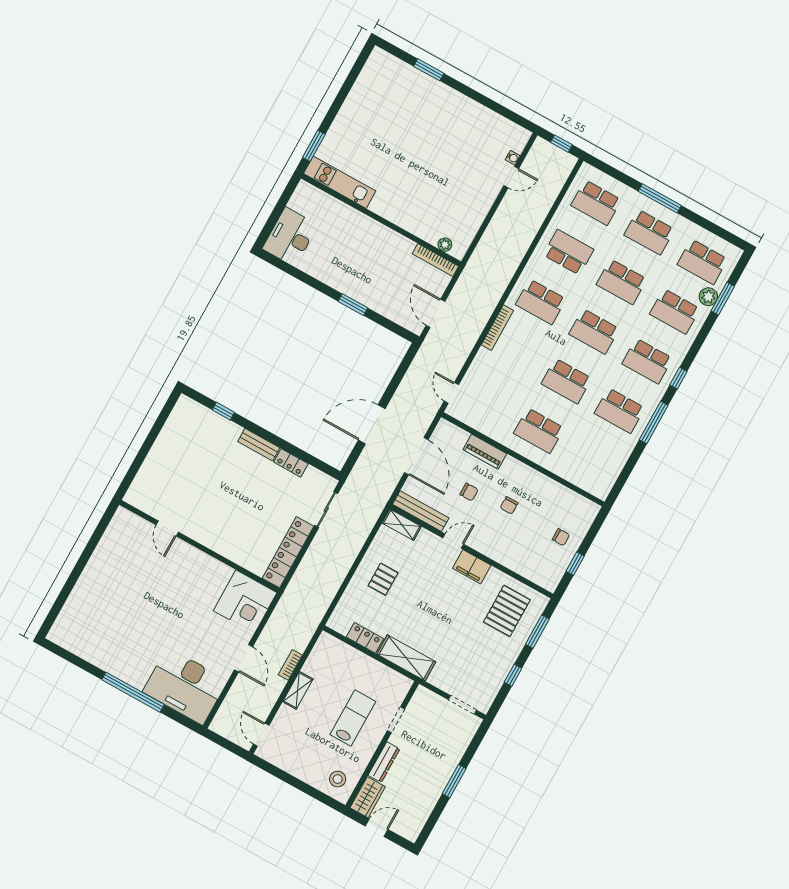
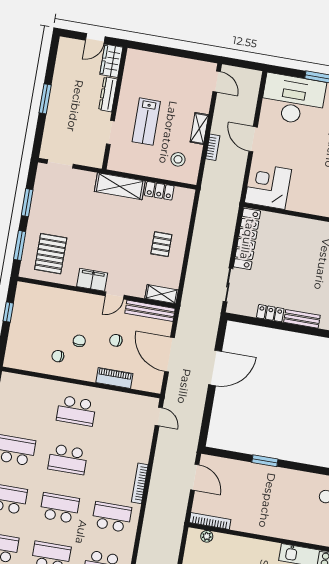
school desk: (566, 381) -> (68, 459), turned 180
school desk: (539, 431) -> (76, 411), turned 180
chair: (561, 537) -> (58, 356), moved
window: (513, 675) -> (27, 203), width x1.50
stool: (338, 779) -> (178, 159), moved

